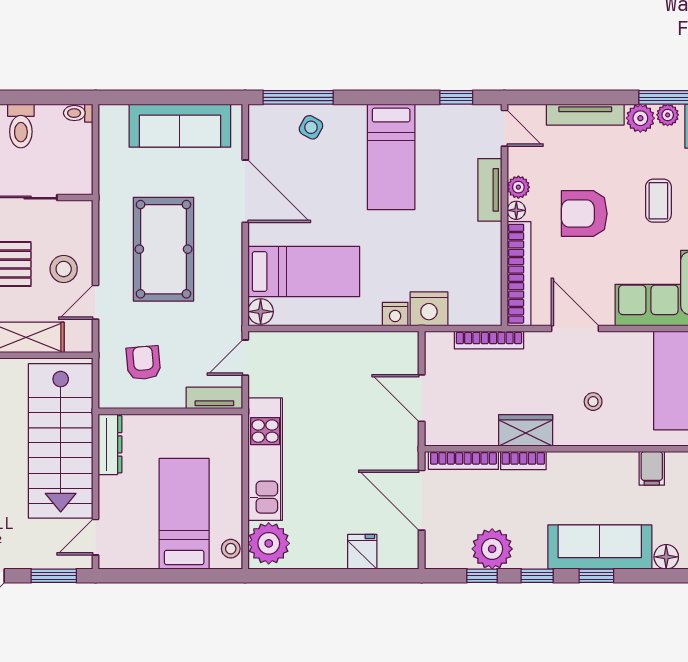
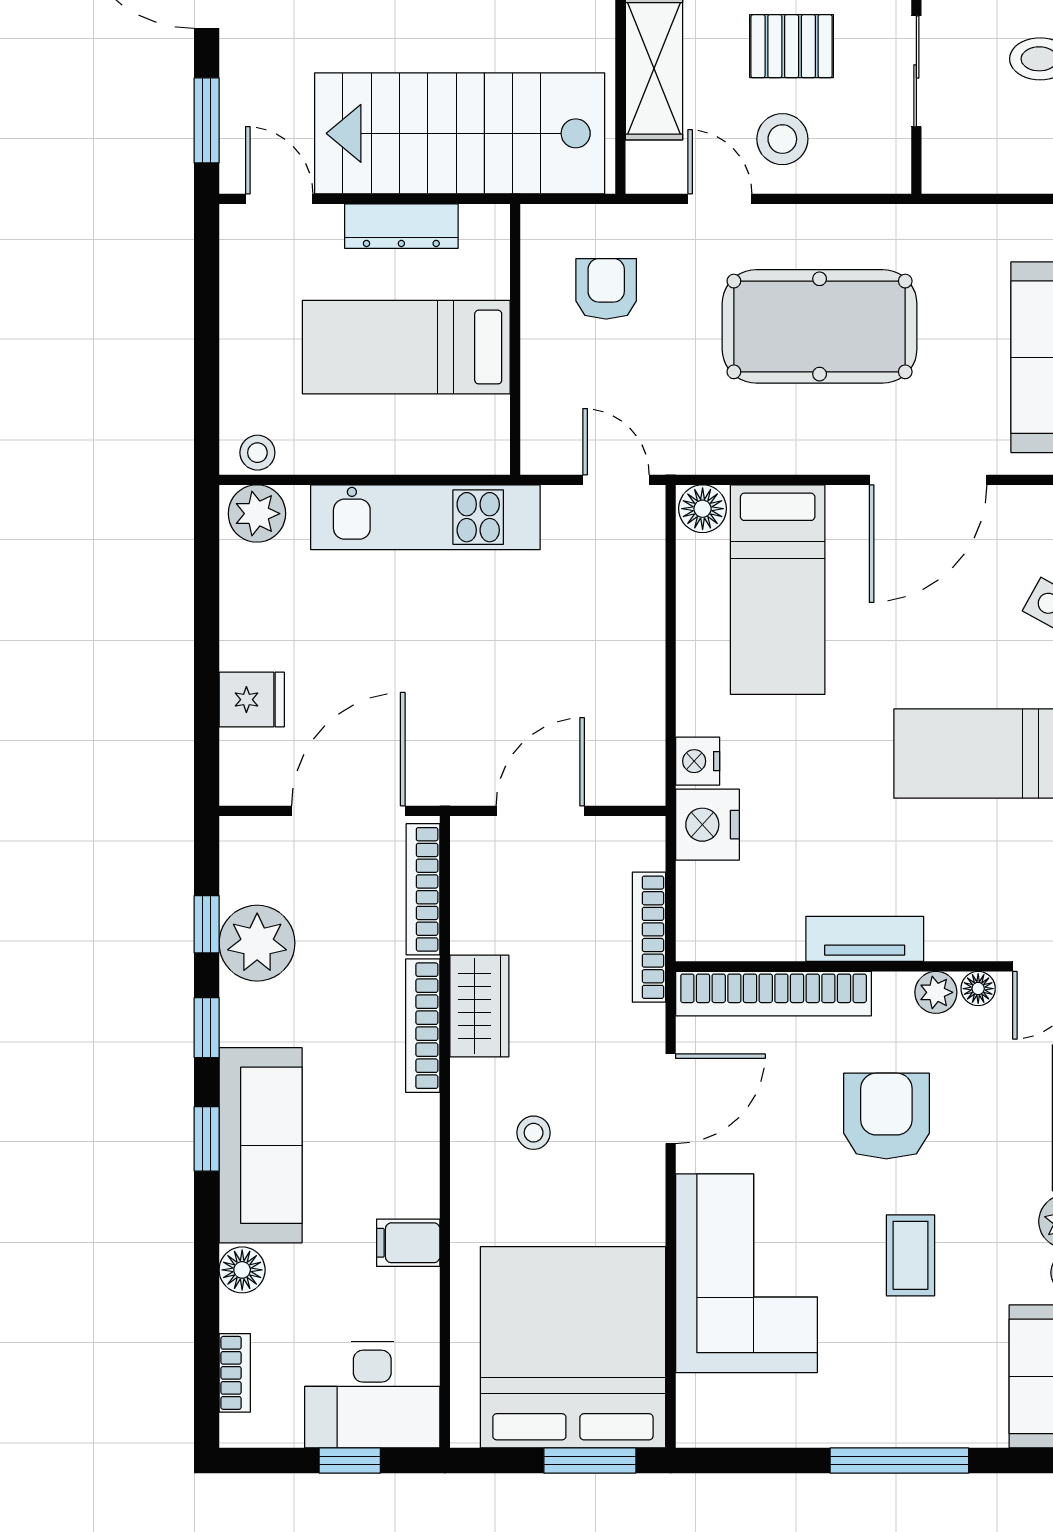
tv unit: (490, 190) -> (865, 939), moved
coffee table: (658, 201) -> (911, 1255), turned 90
floor lamp: (516, 210) -> (978, 989), moved
armchair: (143, 363) -> (606, 289), turned -85
tv unit: (214, 398) -> (540, 422), removed
dresser: (110, 444) -> (401, 226), moved
bookcase: (523, 461) -> (423, 1026), width x1.56
bed: (184, 514) -> (406, 347), moved, turned 180
plant: (269, 543) -> (257, 514), width x0.73, depth x0.73

